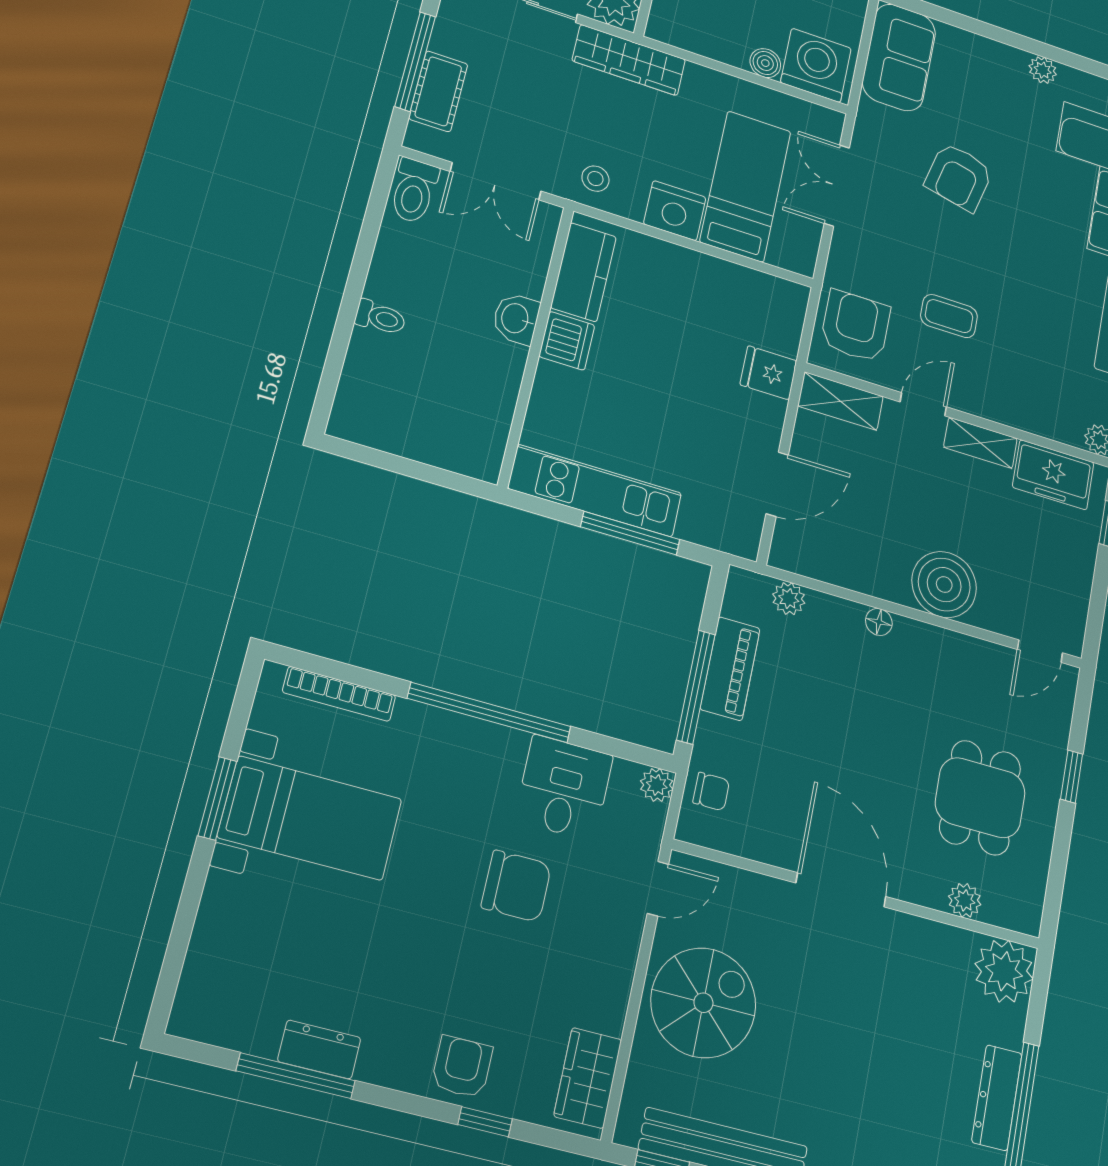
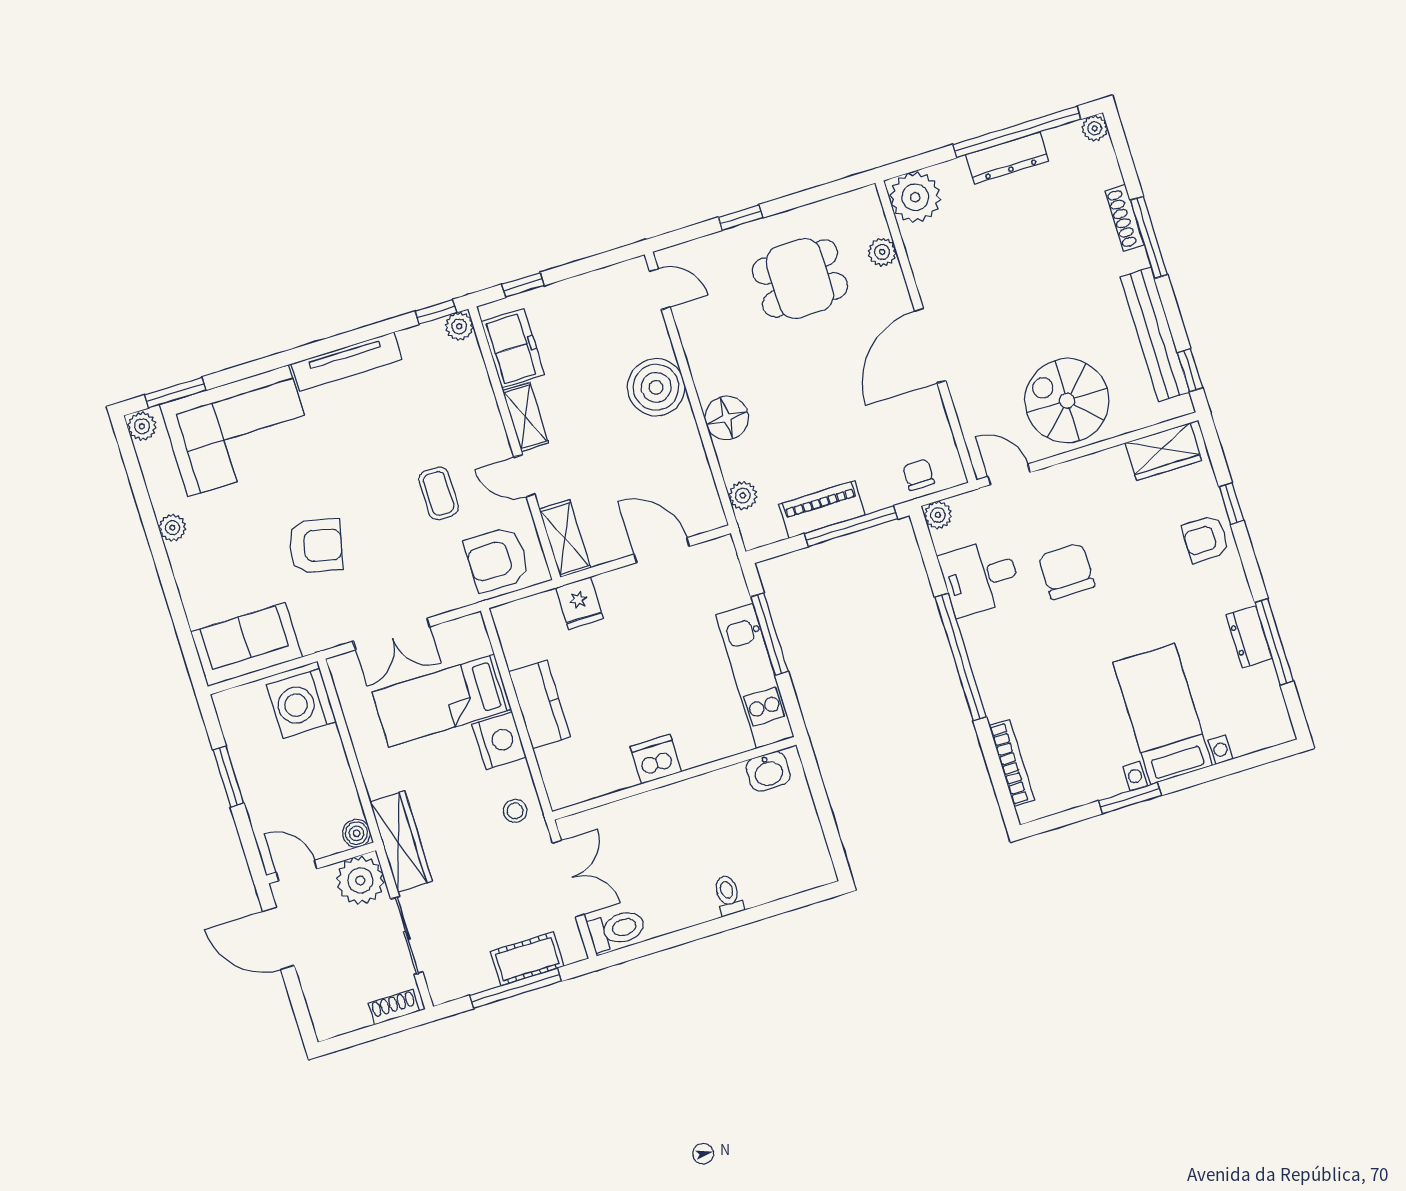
boiler: (765, 63) -> (356, 833), moved
kitchen counter: (583, 272) -> (540, 705), moved, turned 90
washbasin: (516, 319) -> (768, 771), moved
floor lamp: (879, 622) -> (727, 418), width x1.89, depth x1.89
bed with nightstands: (310, 818) -> (1163, 714), moved

